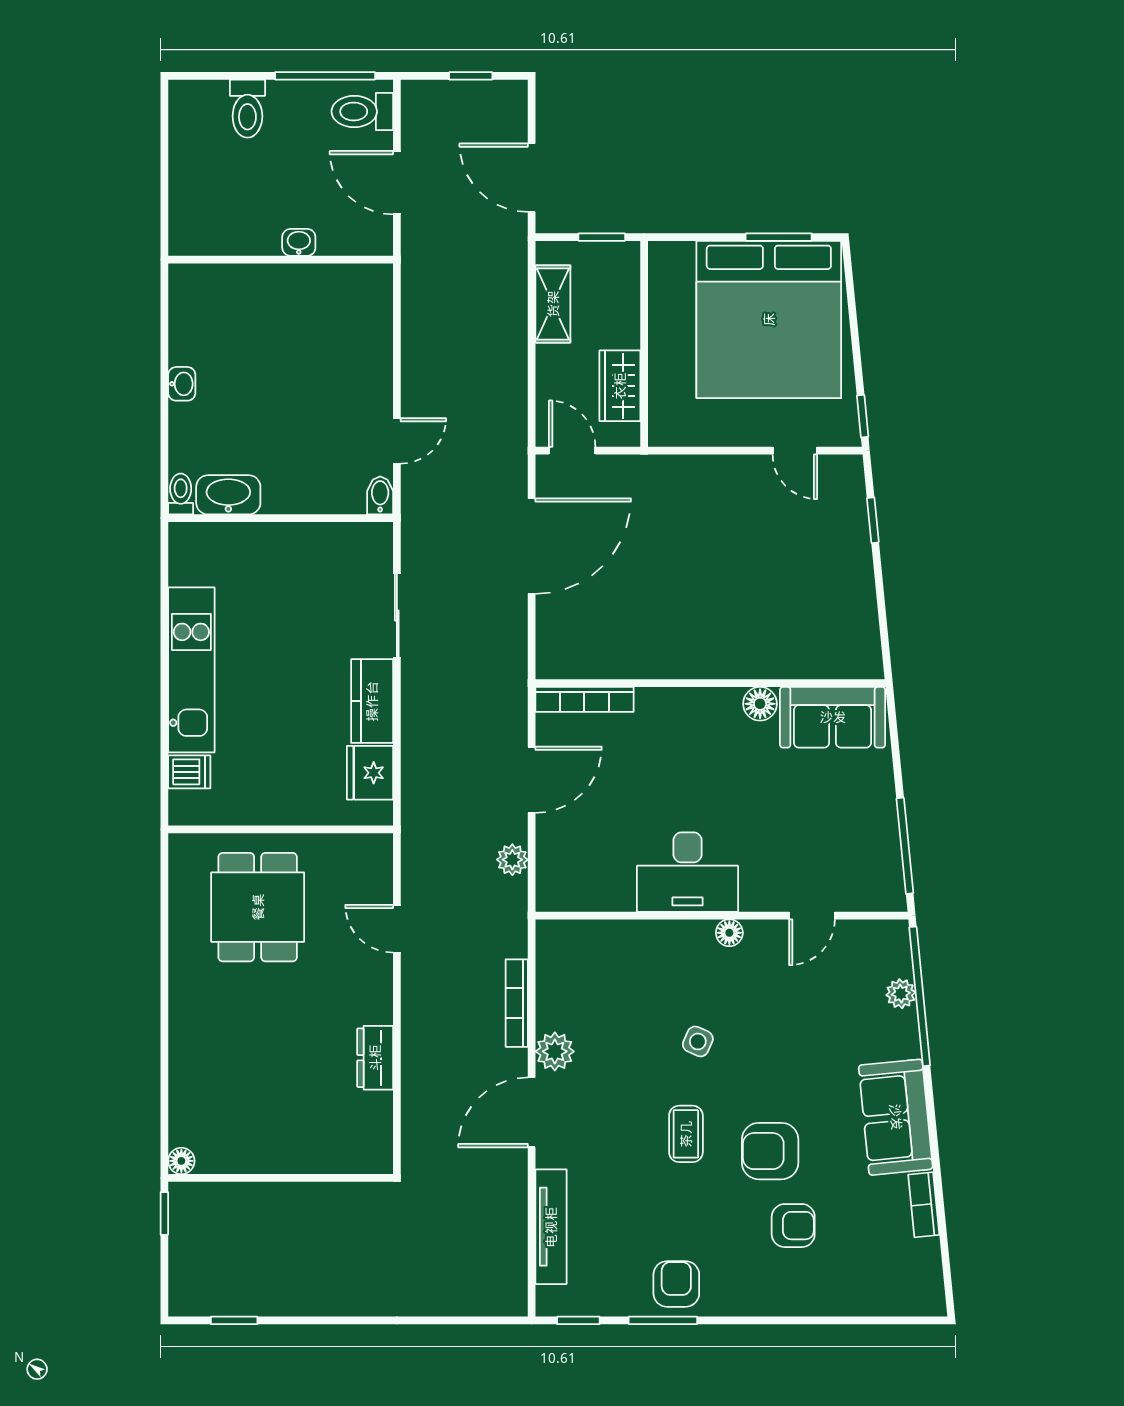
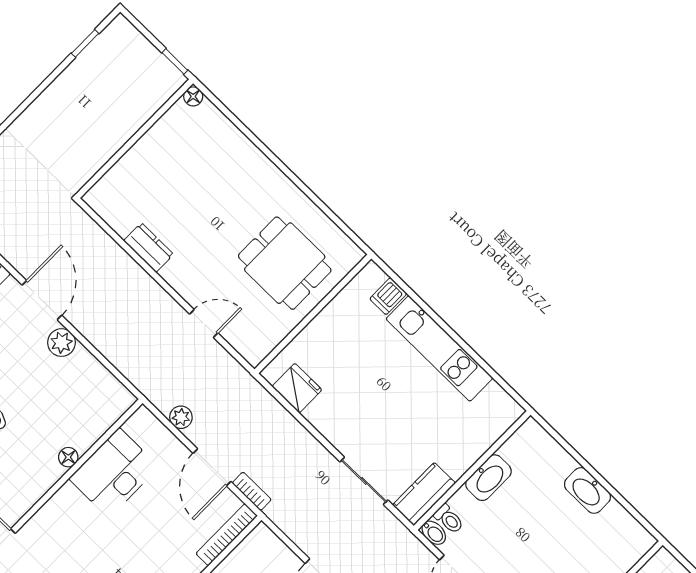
washbasin: (182, 384) -> (587, 490), width x1.91, depth x1.45
toilet: (181, 494) -> (449, 519), moved
washbasin: (228, 495) -> (488, 478), moved
kitchen counter: (372, 701) -> (424, 494), moved, turned -90
desk: (688, 872) -> (114, 473), moved
floor lamp: (729, 933) -> (68, 457), moved
bookcase: (517, 1003) -> (252, 491), moved, width x0.64

